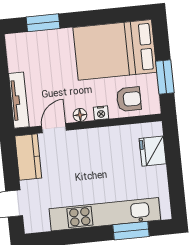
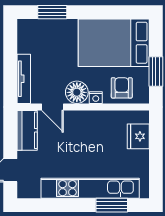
armchair: (129, 99) -> (122, 88), turned -90
floor lamp: (80, 115) -> (77, 92), width x1.89, depth x1.89
door: (54, 128) -> (53, 107), swing flipped

